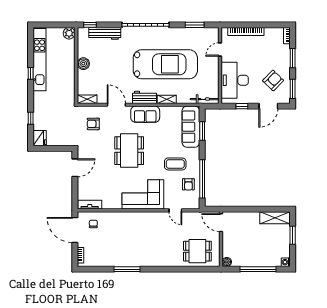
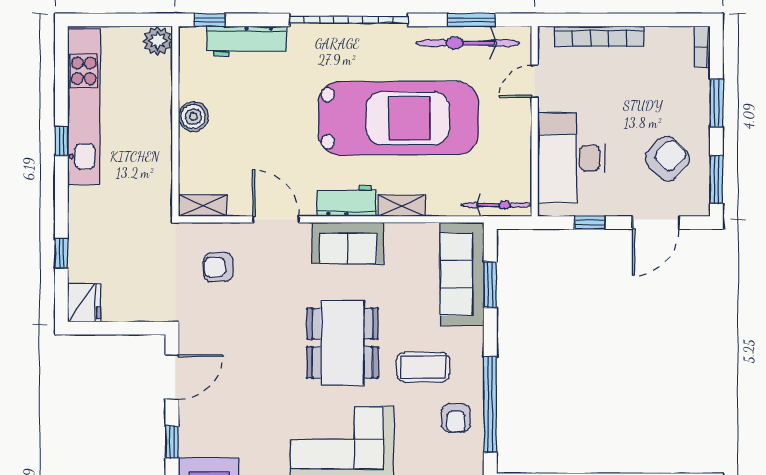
bicycle: (193, 34) -> (467, 43), added
dining table: (129, 151) -> (342, 343), moved
window: (75, 194) -> (172, 442), added

